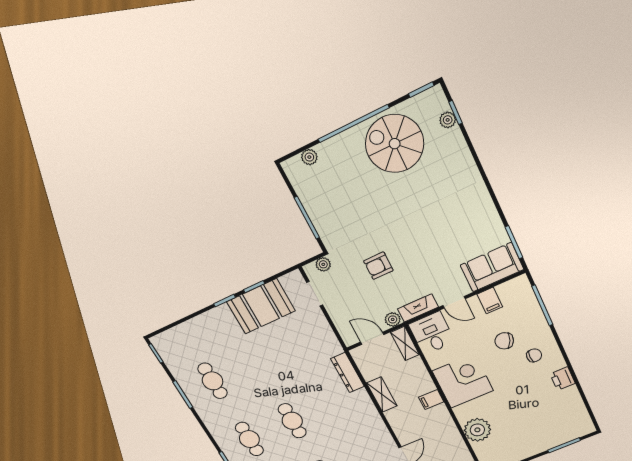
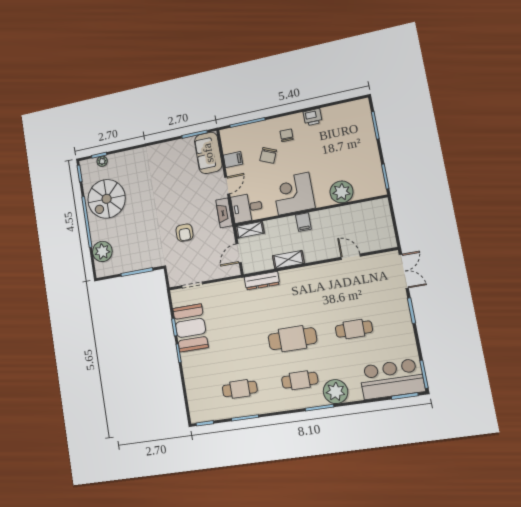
plant: (309, 157) -> (102, 251), width x1.88, depth x1.88
plant: (323, 264) -> (172, 272), removed
plant: (393, 319) -> (228, 234), removed
cafe table: (292, 421) -> (292, 339), width x1.37, depth x1.35

